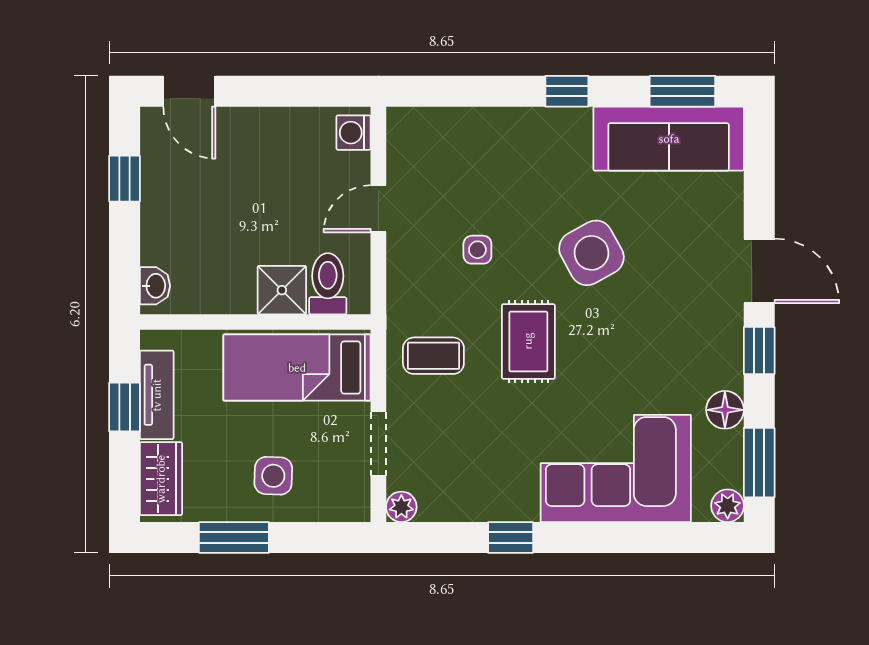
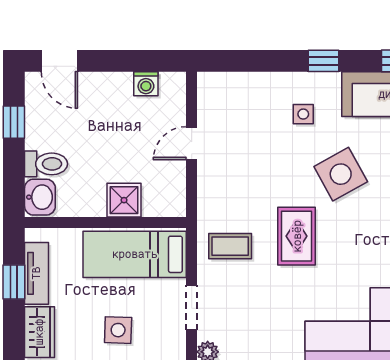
washing machine: (354, 133) -> (146, 84), moved, turned -90
side table: (477, 250) -> (303, 114), moved
toilet: (328, 284) -> (46, 164), moved, turned 90
washbasin: (155, 286) -> (40, 197), width x1.38, depth x1.45

